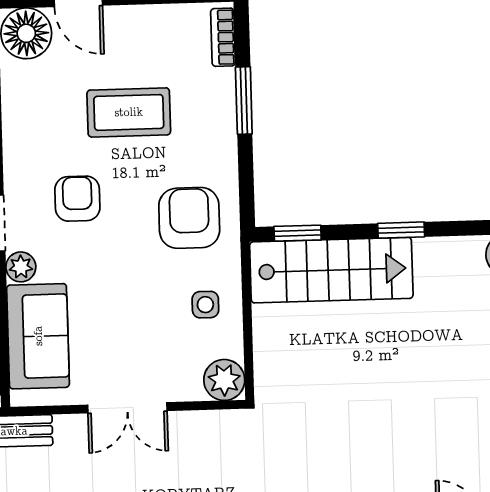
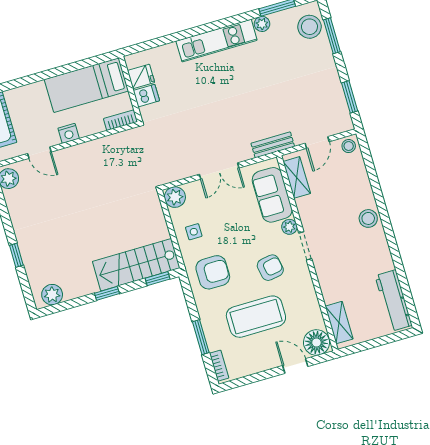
coffee table: (129, 112) -> (256, 317), width x1.36, depth x1.32
armchair: (77, 199) -> (270, 268), turned -100
armchair: (189, 218) -> (213, 272), turned -90
double door: (127, 408) -> (219, 171), swing flipped

